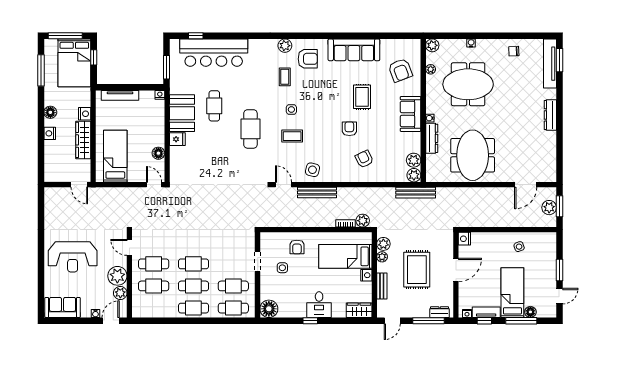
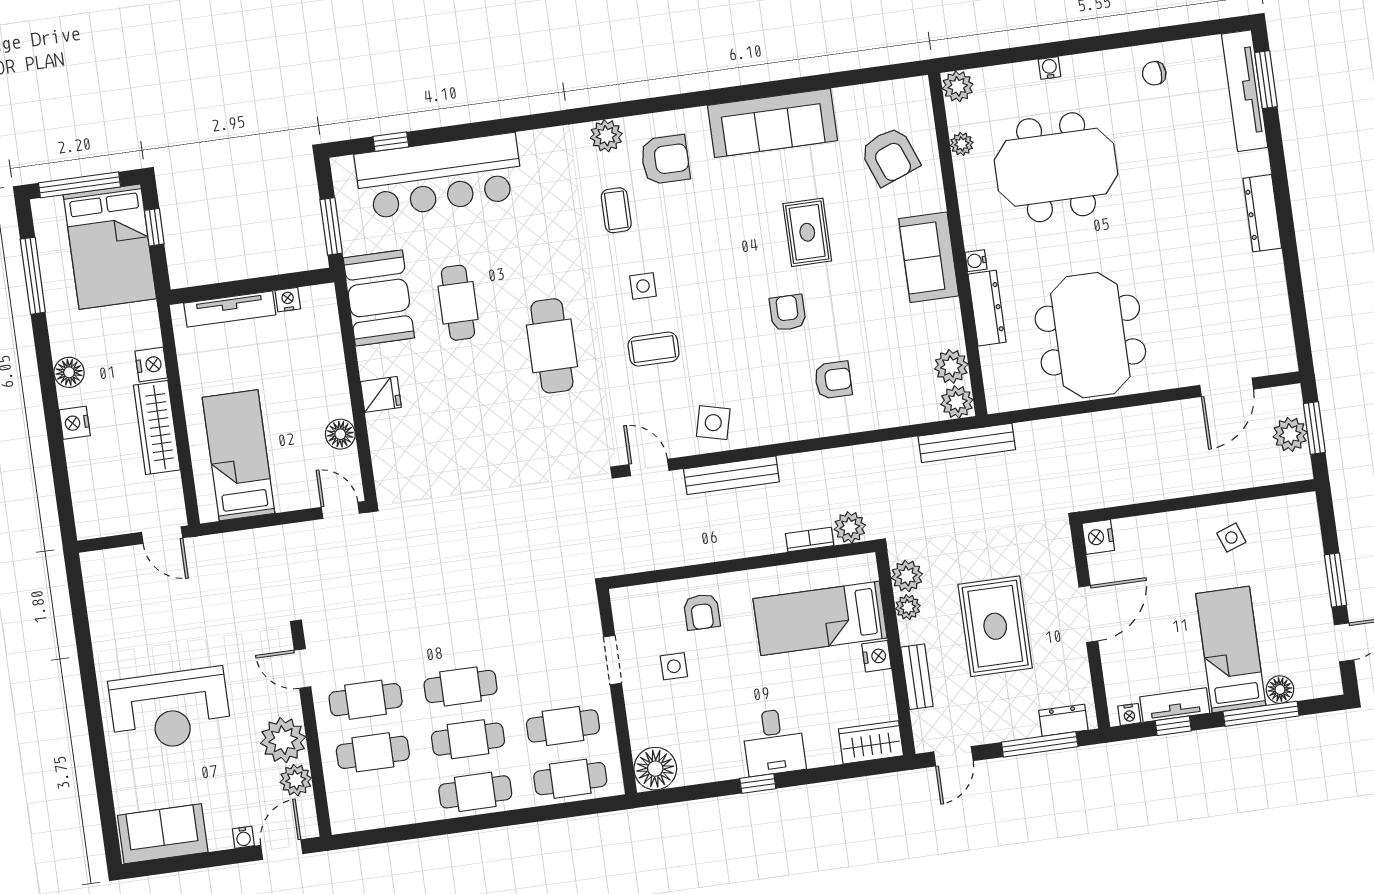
nightstand: (160, 95) -> (288, 300), moved
booth: (182, 113) -> (379, 298), moved
armchair: (364, 159) -> (833, 380), turned 116

